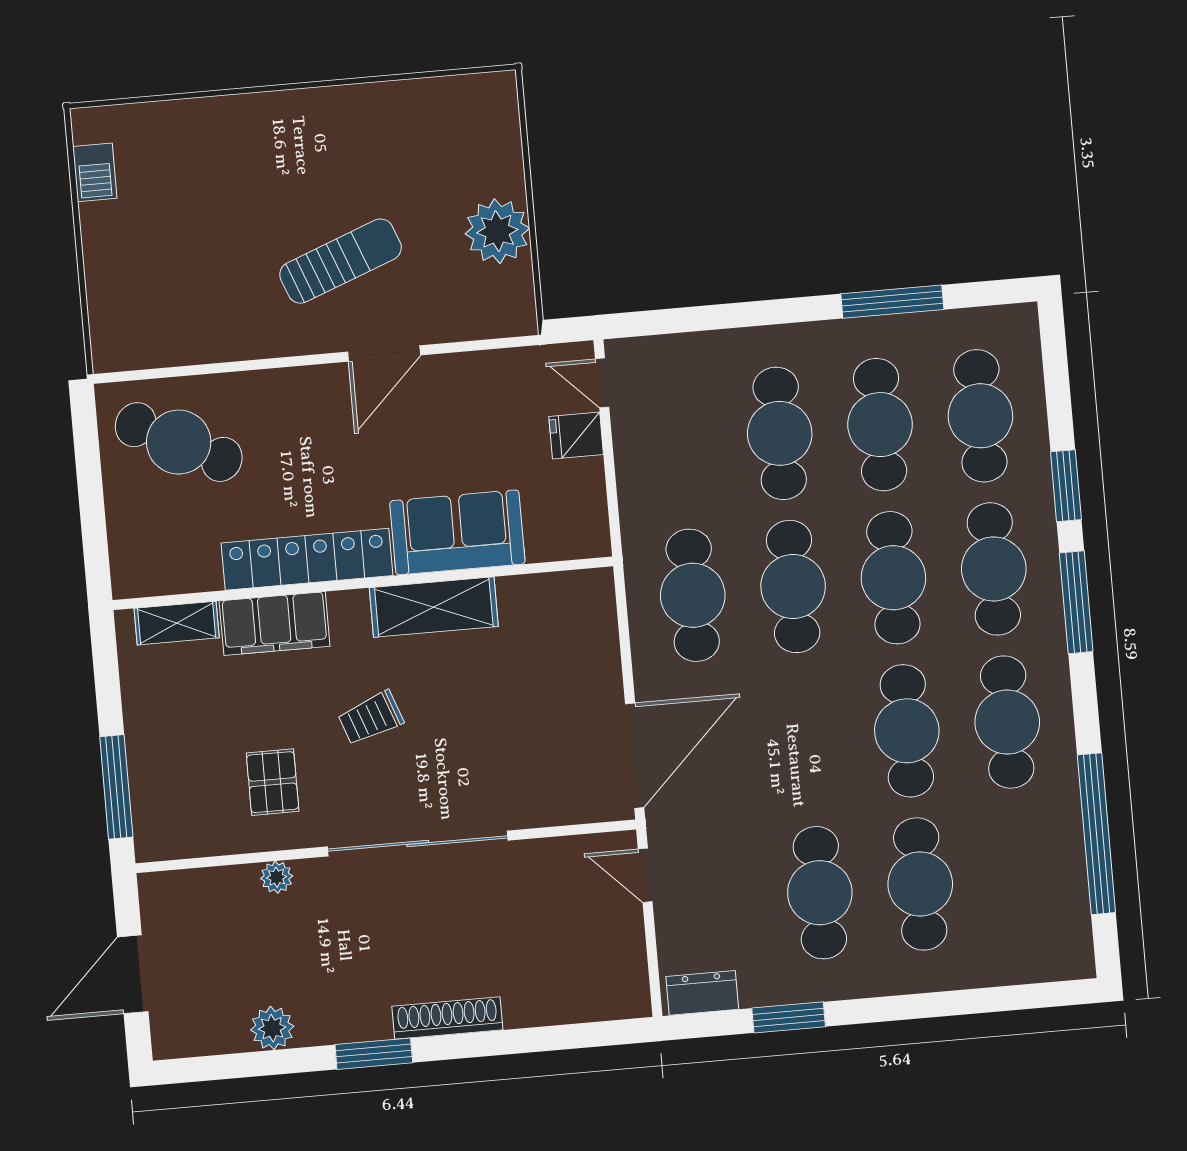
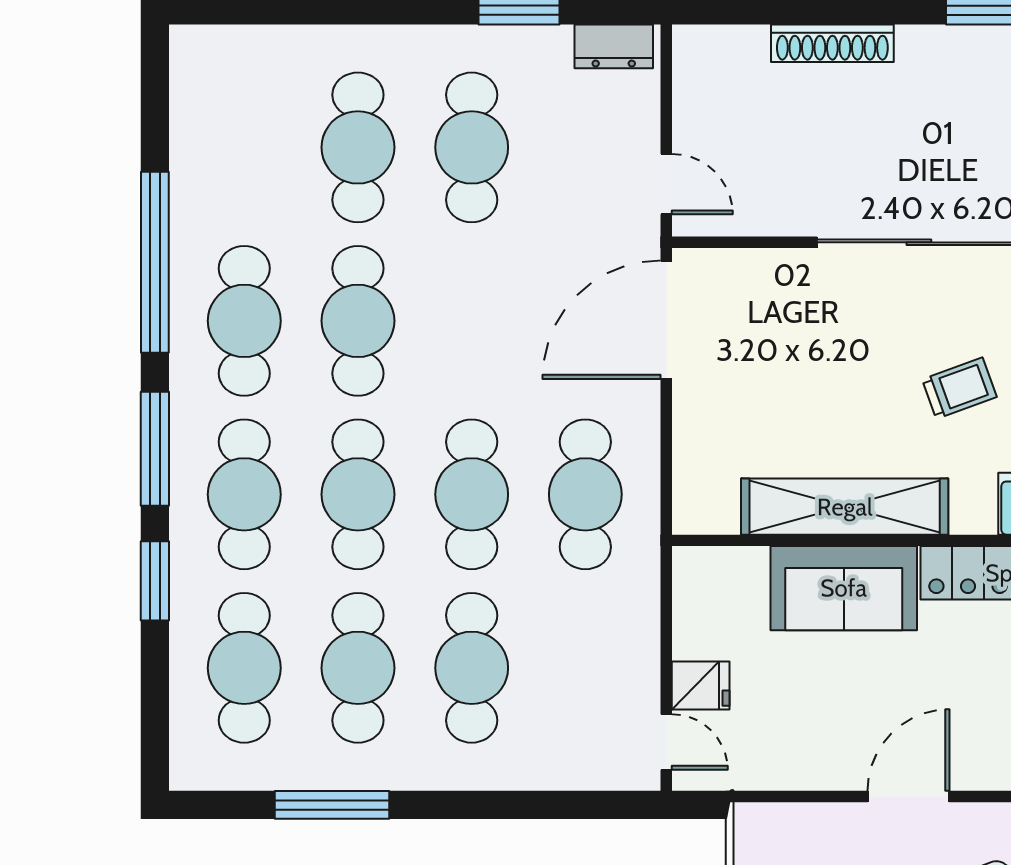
shelving: (434, 607) -> (845, 507), width x1.47
window: (1096, 834) -> (155, 262), moved
shoe rack: (447, 1018) -> (832, 43), moved

